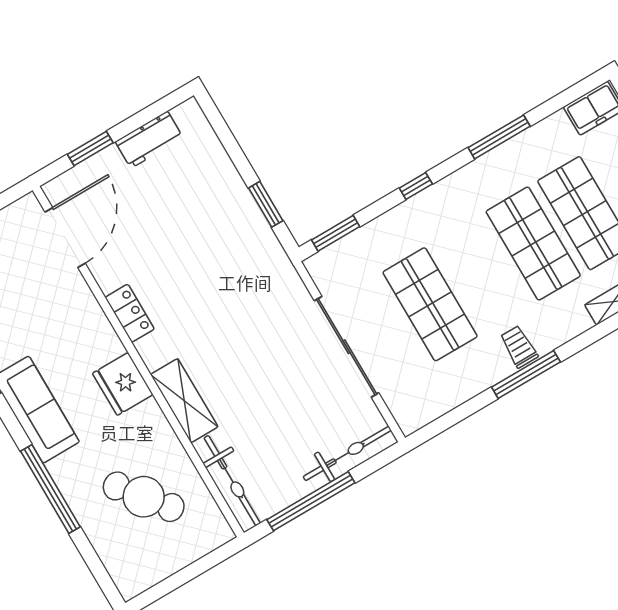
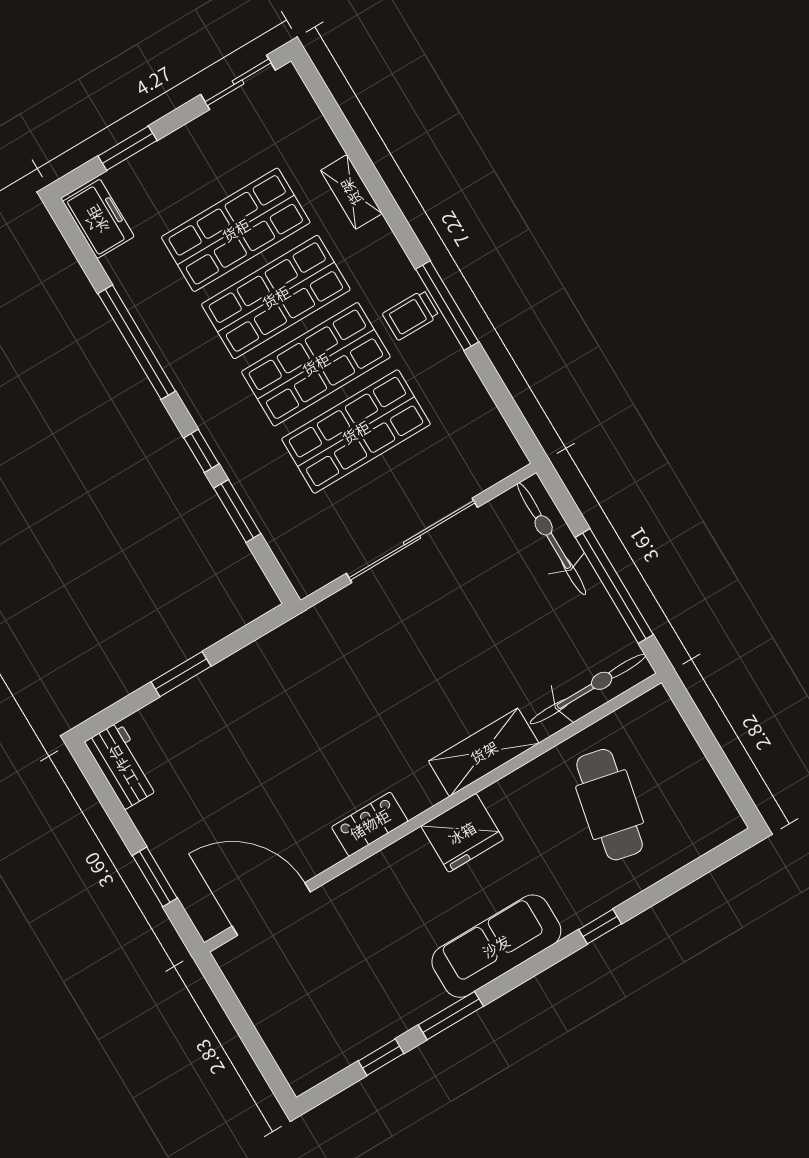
window: (499, 137) -> (137, 342), width x1.46
workbench: (149, 140) -> (122, 765), moved
window: (266, 204) -> (181, 674), moved
window: (336, 233) -> (237, 511), moved
shop shelf: (482, 274) -> (316, 364), added
window: (50, 489) -> (600, 927), width x0.32
cafe table: (144, 497) -> (610, 805), turned -40

